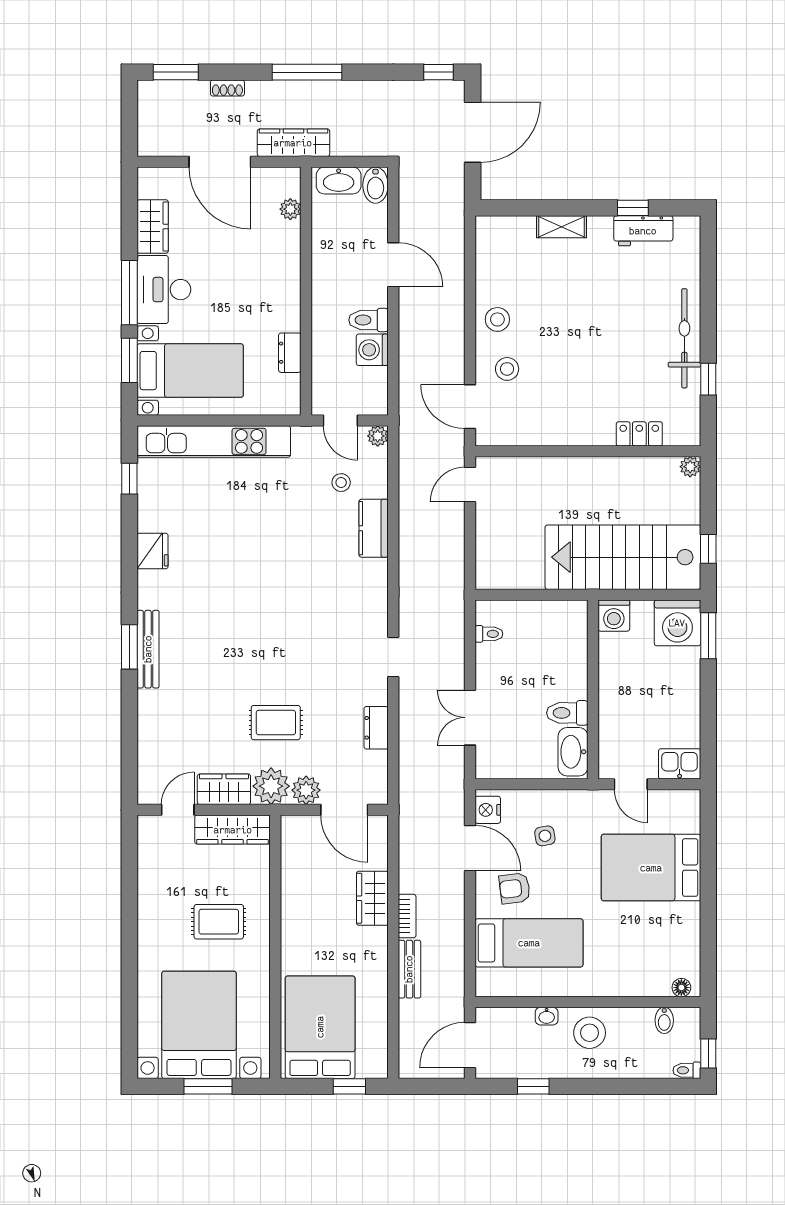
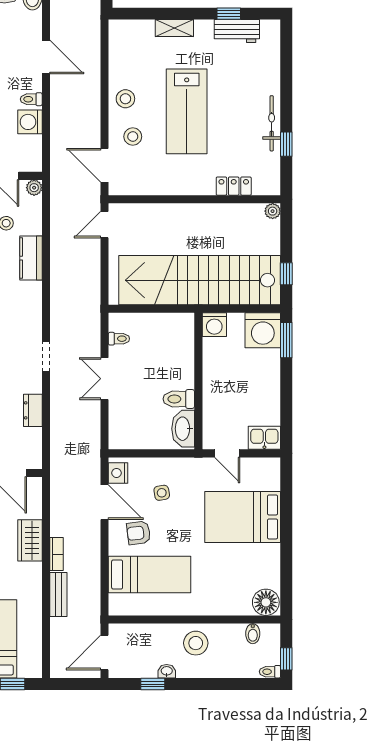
toilet: (368, 320) -> (31, 99), width x0.73, depth x0.72
lab bench: (578, 336) -> (187, 111), added
bicycle: (684, 338) -> (272, 123), width x0.73, depth x0.71
stairs: (623, 557) -> (200, 280), width x1.36
double door: (470, 718) -> (105, 379), moved
floor lamp: (681, 988) -> (266, 602), width x1.89, depth x1.89
washbasin: (547, 1016) -> (167, 671), moved, turned 180

